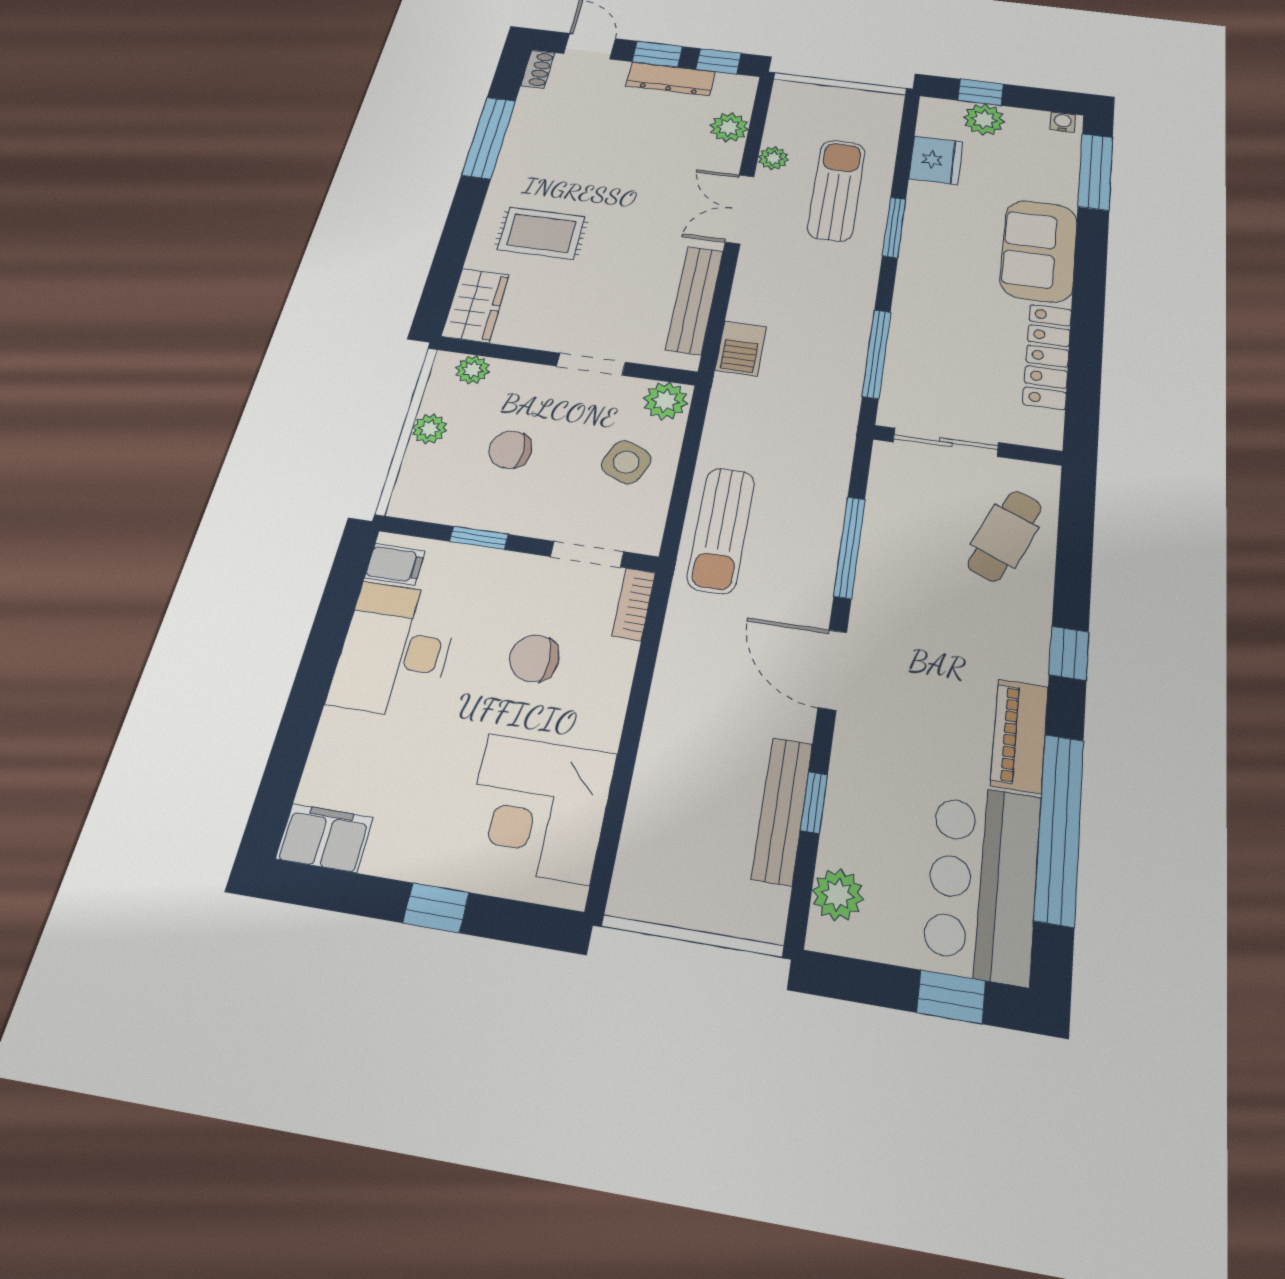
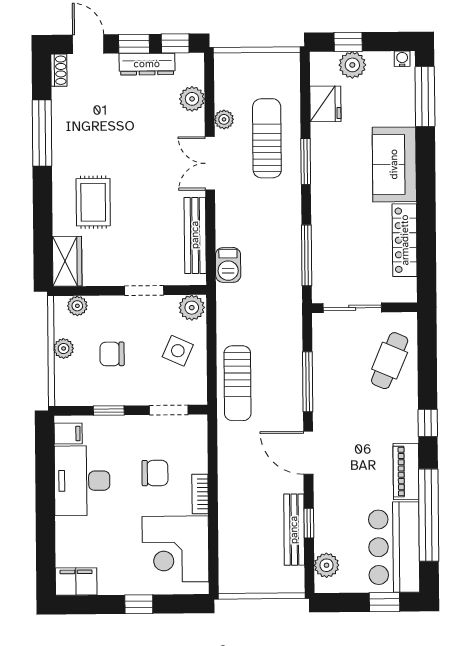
rug: (541, 233) -> (93, 202), turned 90
bookcase: (634, 604) -> (200, 494), moved
chair: (534, 658) -> (155, 473), turned 180

